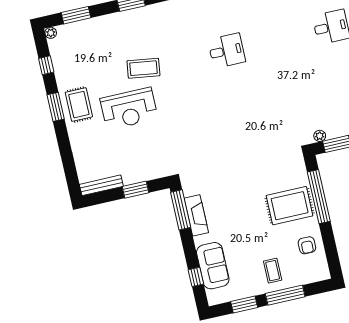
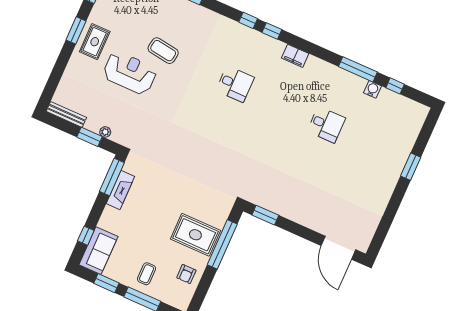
reception desk: (129, 109) -> (130, 73), turned 180
plant: (320, 136) -> (105, 132), moved
sofa: (213, 266) -> (98, 251), moved

